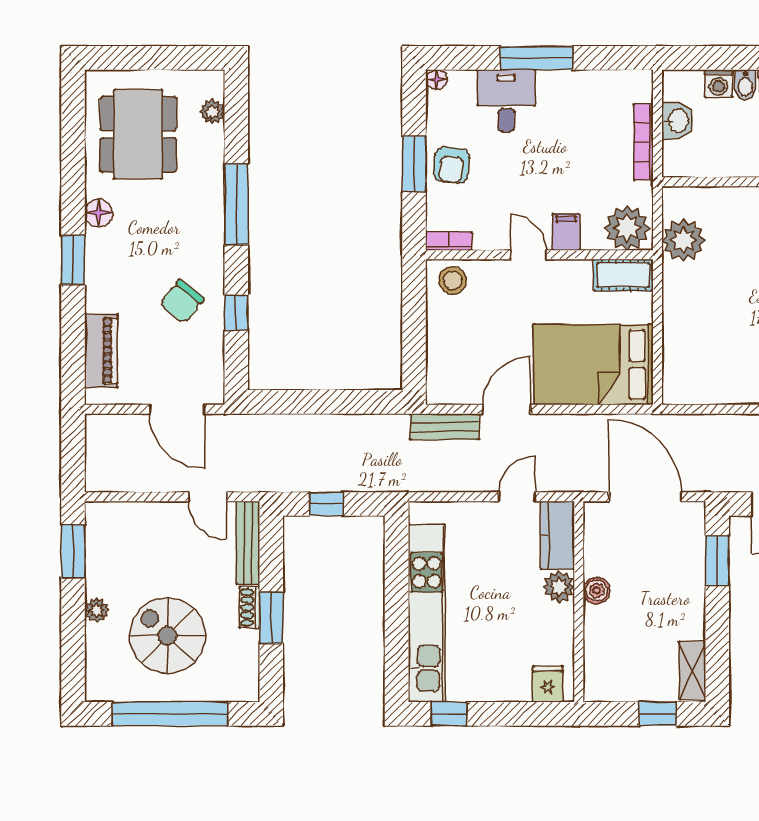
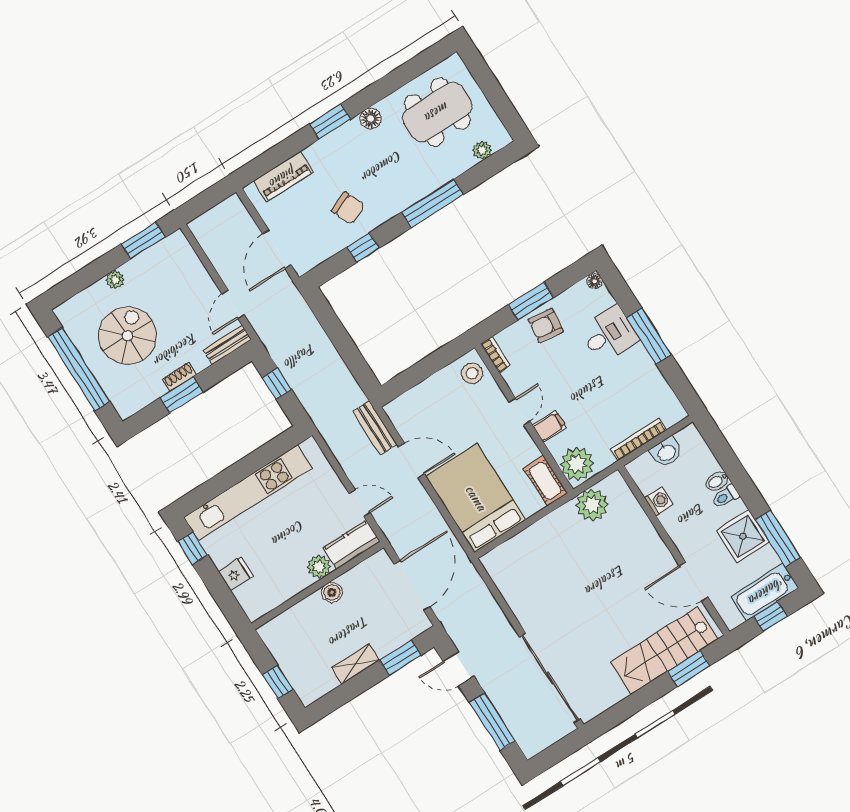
washing machine: (719, 83) -> (659, 501), moved, turned 180
chair: (182, 301) -> (348, 208), turned -151
bench: (248, 543) -> (227, 345), width x0.73
shelving: (692, 670) -> (355, 664), moved
fridge: (548, 684) -> (236, 574), moved

